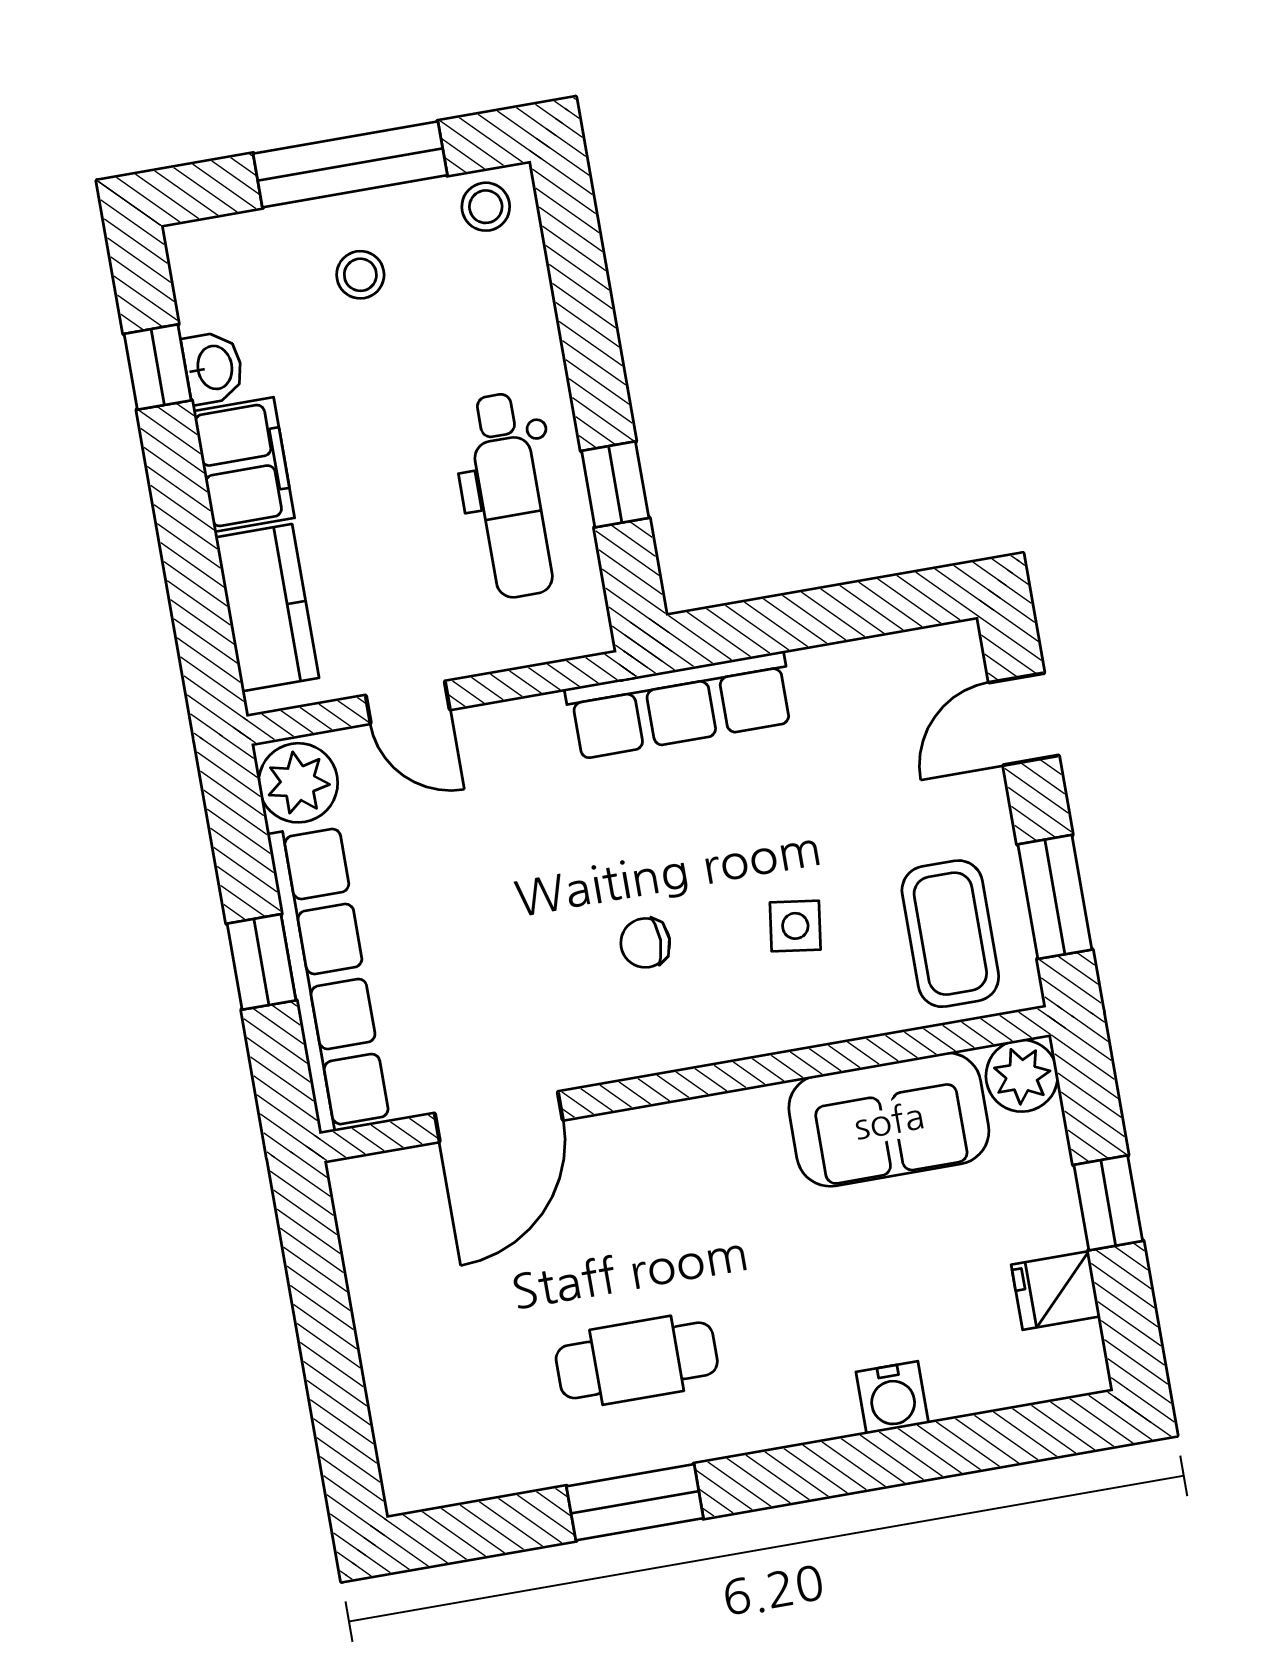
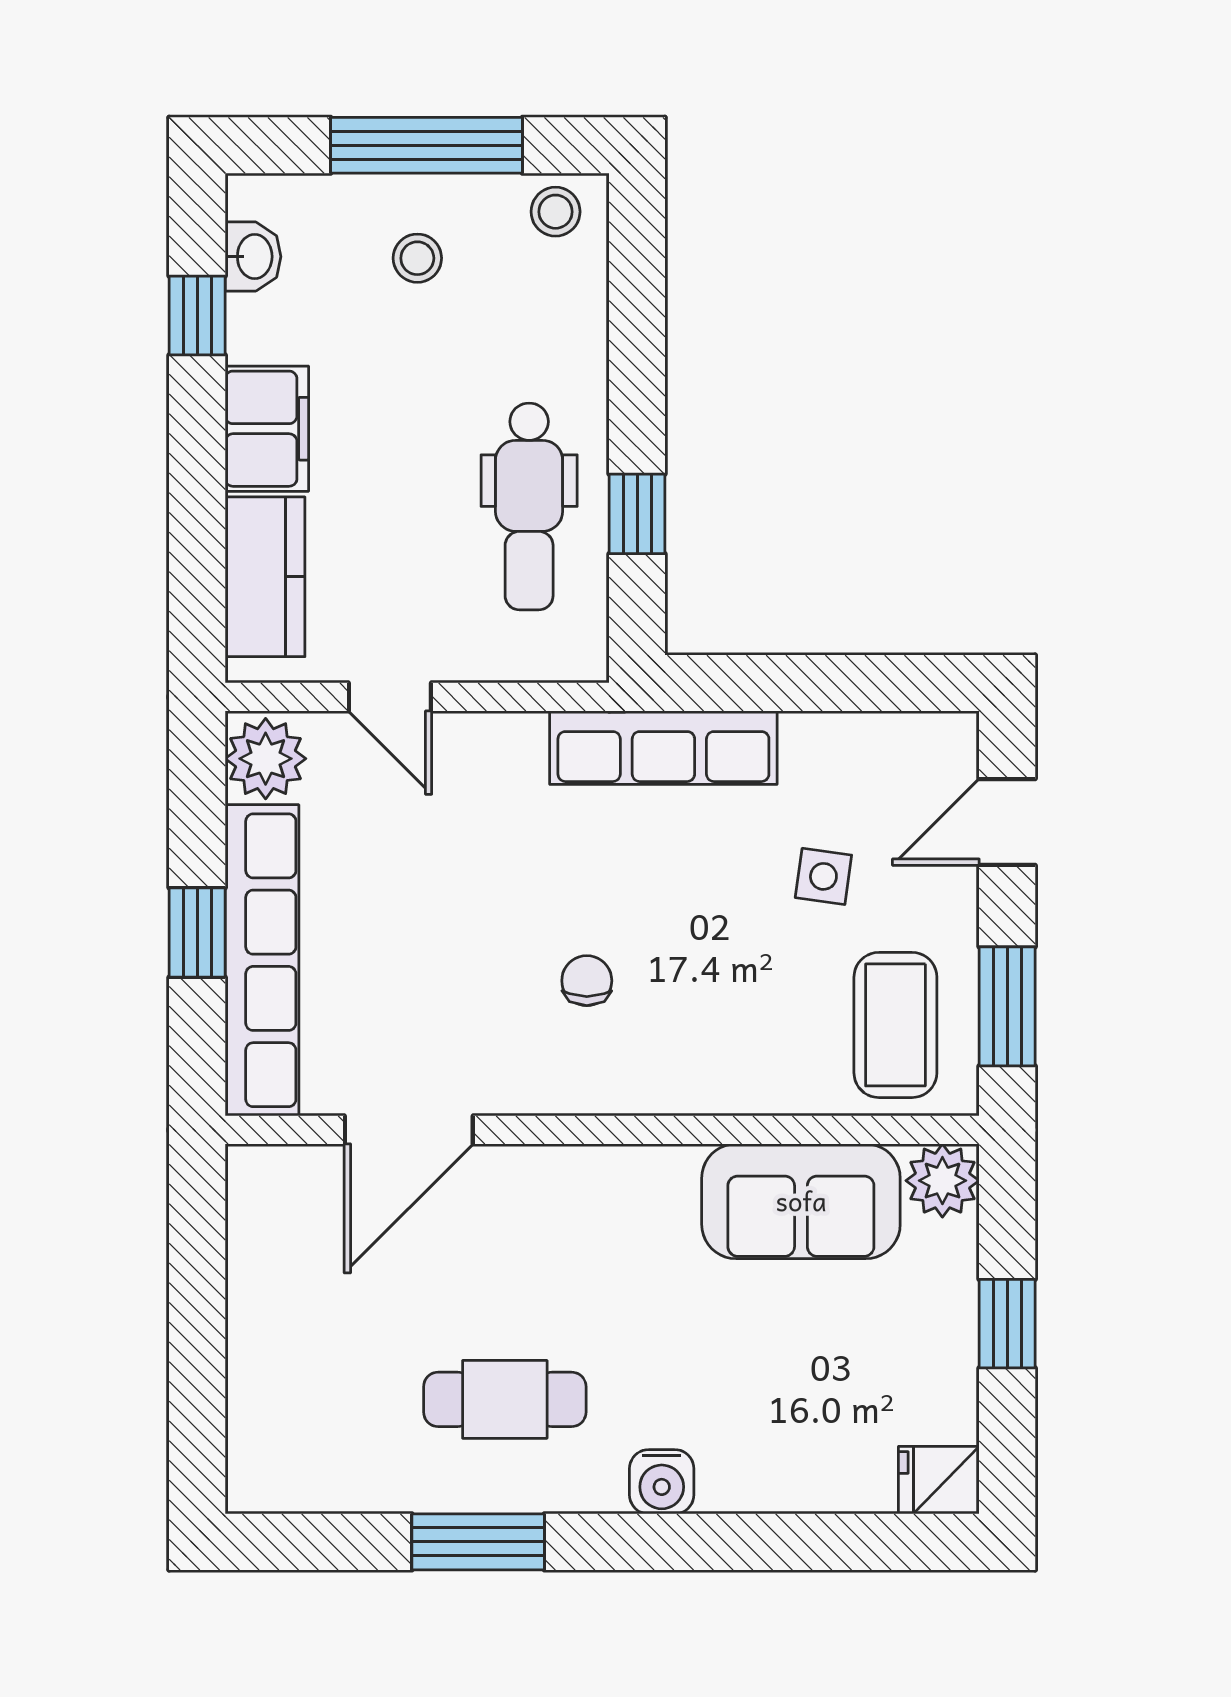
washbasin: (213, 368) -> (253, 257), moved
side table: (795, 926) -> (823, 876), moved
chair: (645, 943) -> (587, 981), turned 90
fridge: (1056, 1291) -> (939, 1480), moved
water cooler: (892, 1398) -> (662, 1482), moved

